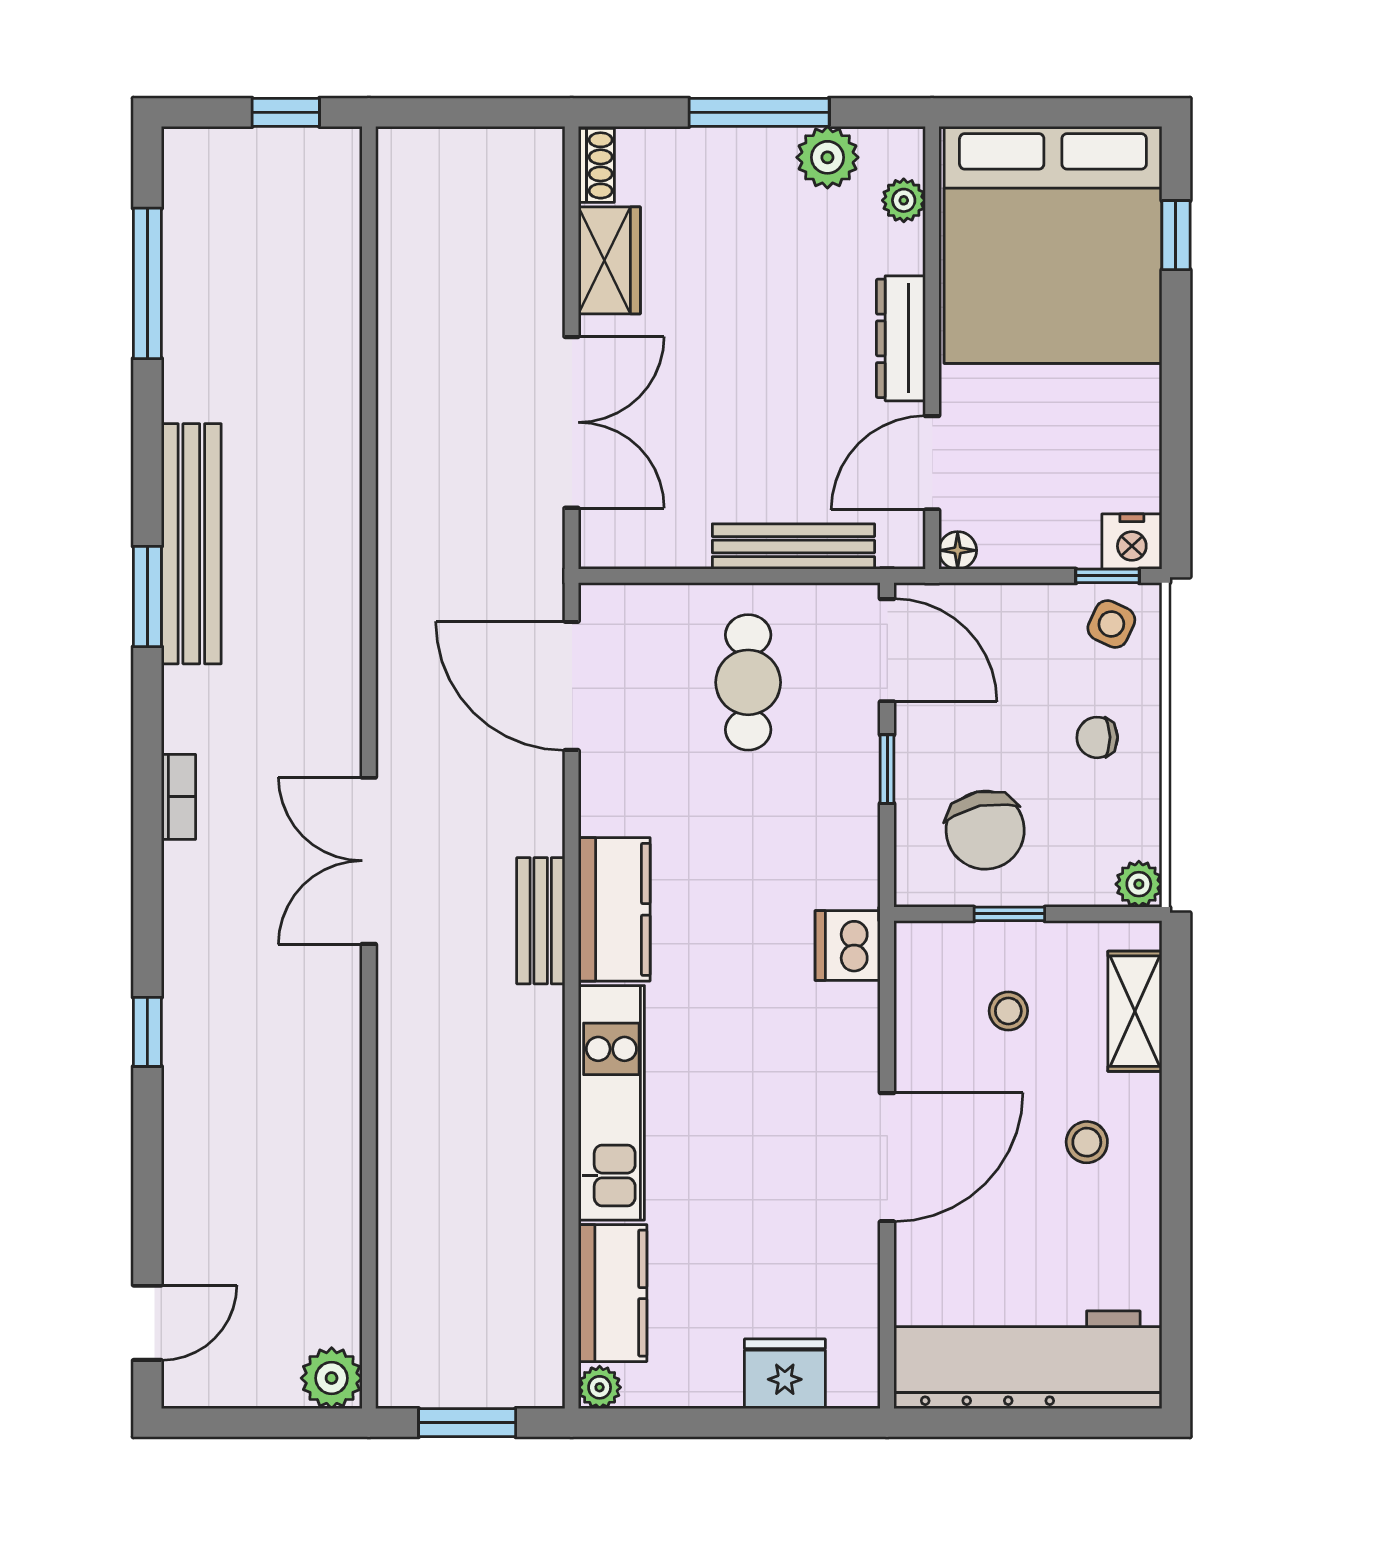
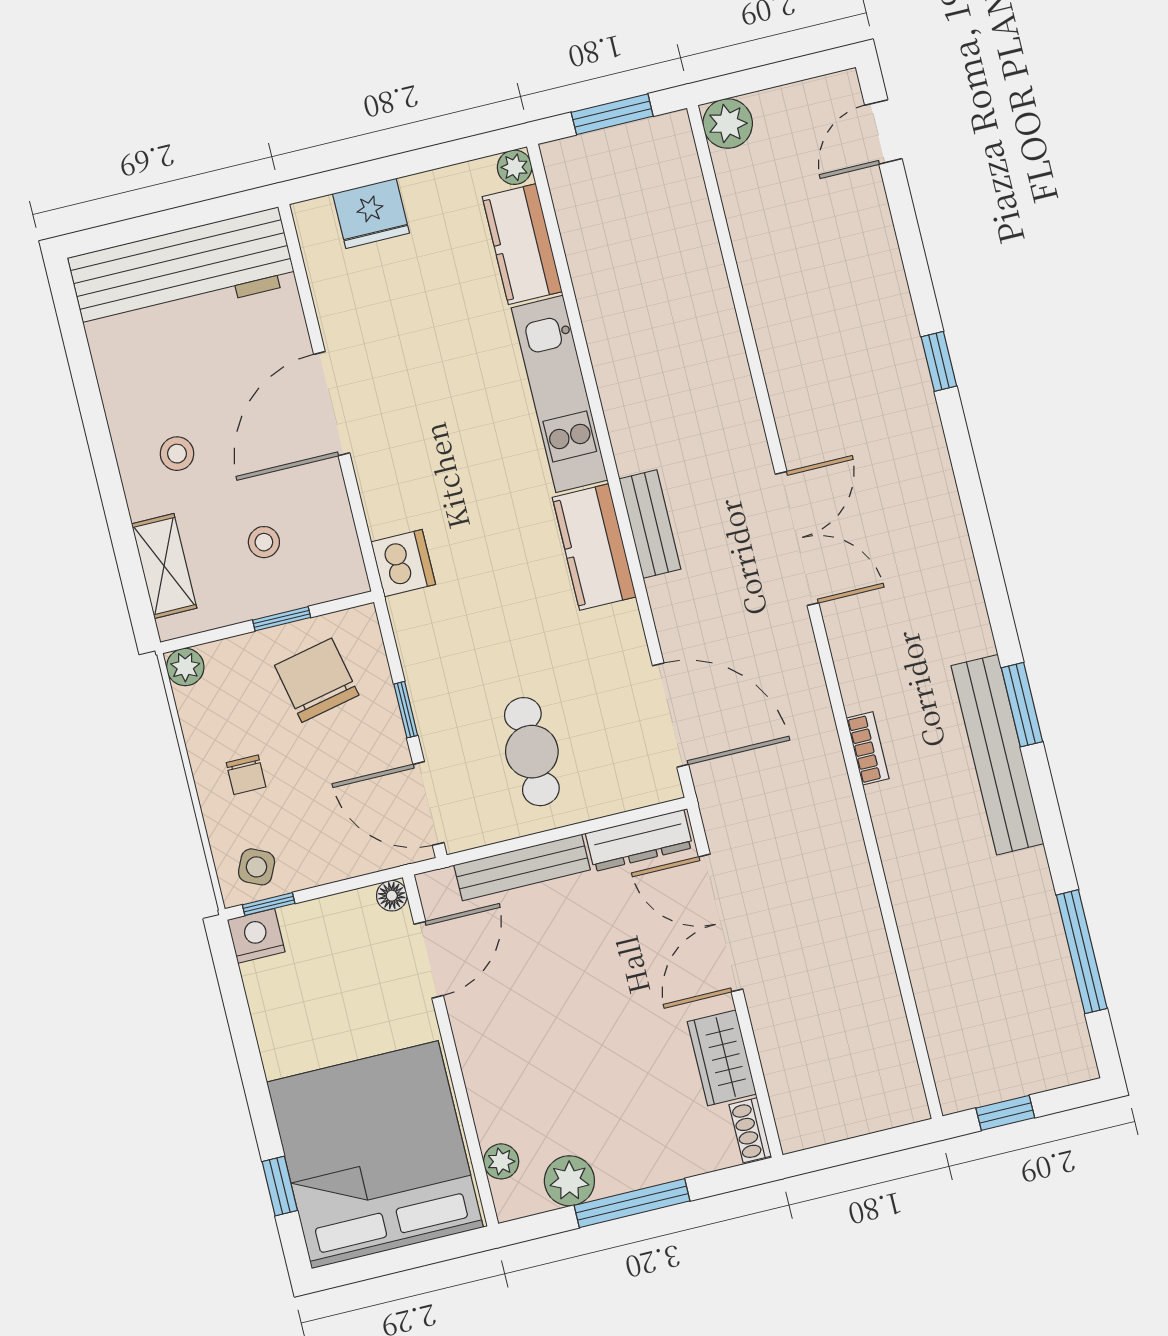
dresser: (901, 338) -> (639, 840), moved, turned 90
chair: (1097, 737) -> (246, 775), turned 91
bookcase: (179, 797) -> (868, 748), moved, turned 180

